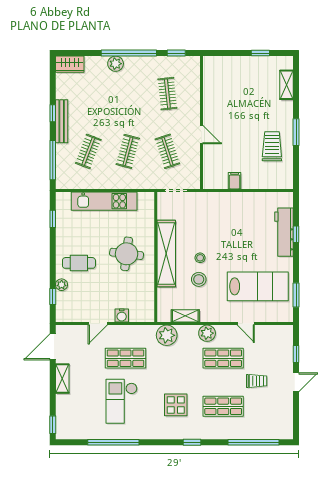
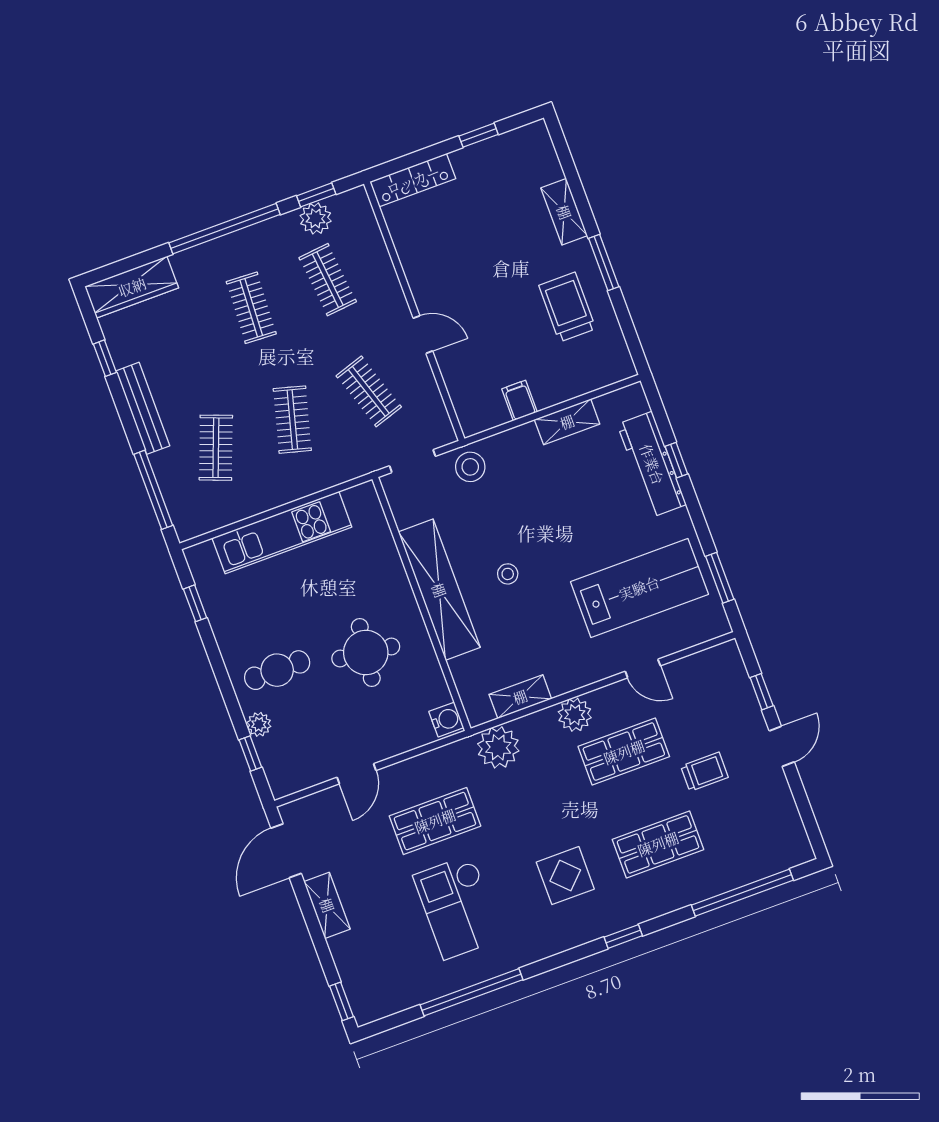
locker: (223, 63) -> (413, 180), added
wardrobe: (70, 64) -> (132, 287), width x1.50
plant: (116, 64) -> (316, 218), moved
shelving: (286, 85) -> (564, 212), moved
clothes rail: (128, 94) -> (251, 308), added
window: (53, 113) -> (105, 358), moved
shelving: (253, 198) -> (567, 422), added
round table: (127, 254) -> (366, 652), moved
stool: (199, 279) -> (470, 467), moved
water cooler: (122, 316) -> (446, 720), moved, turned -90

